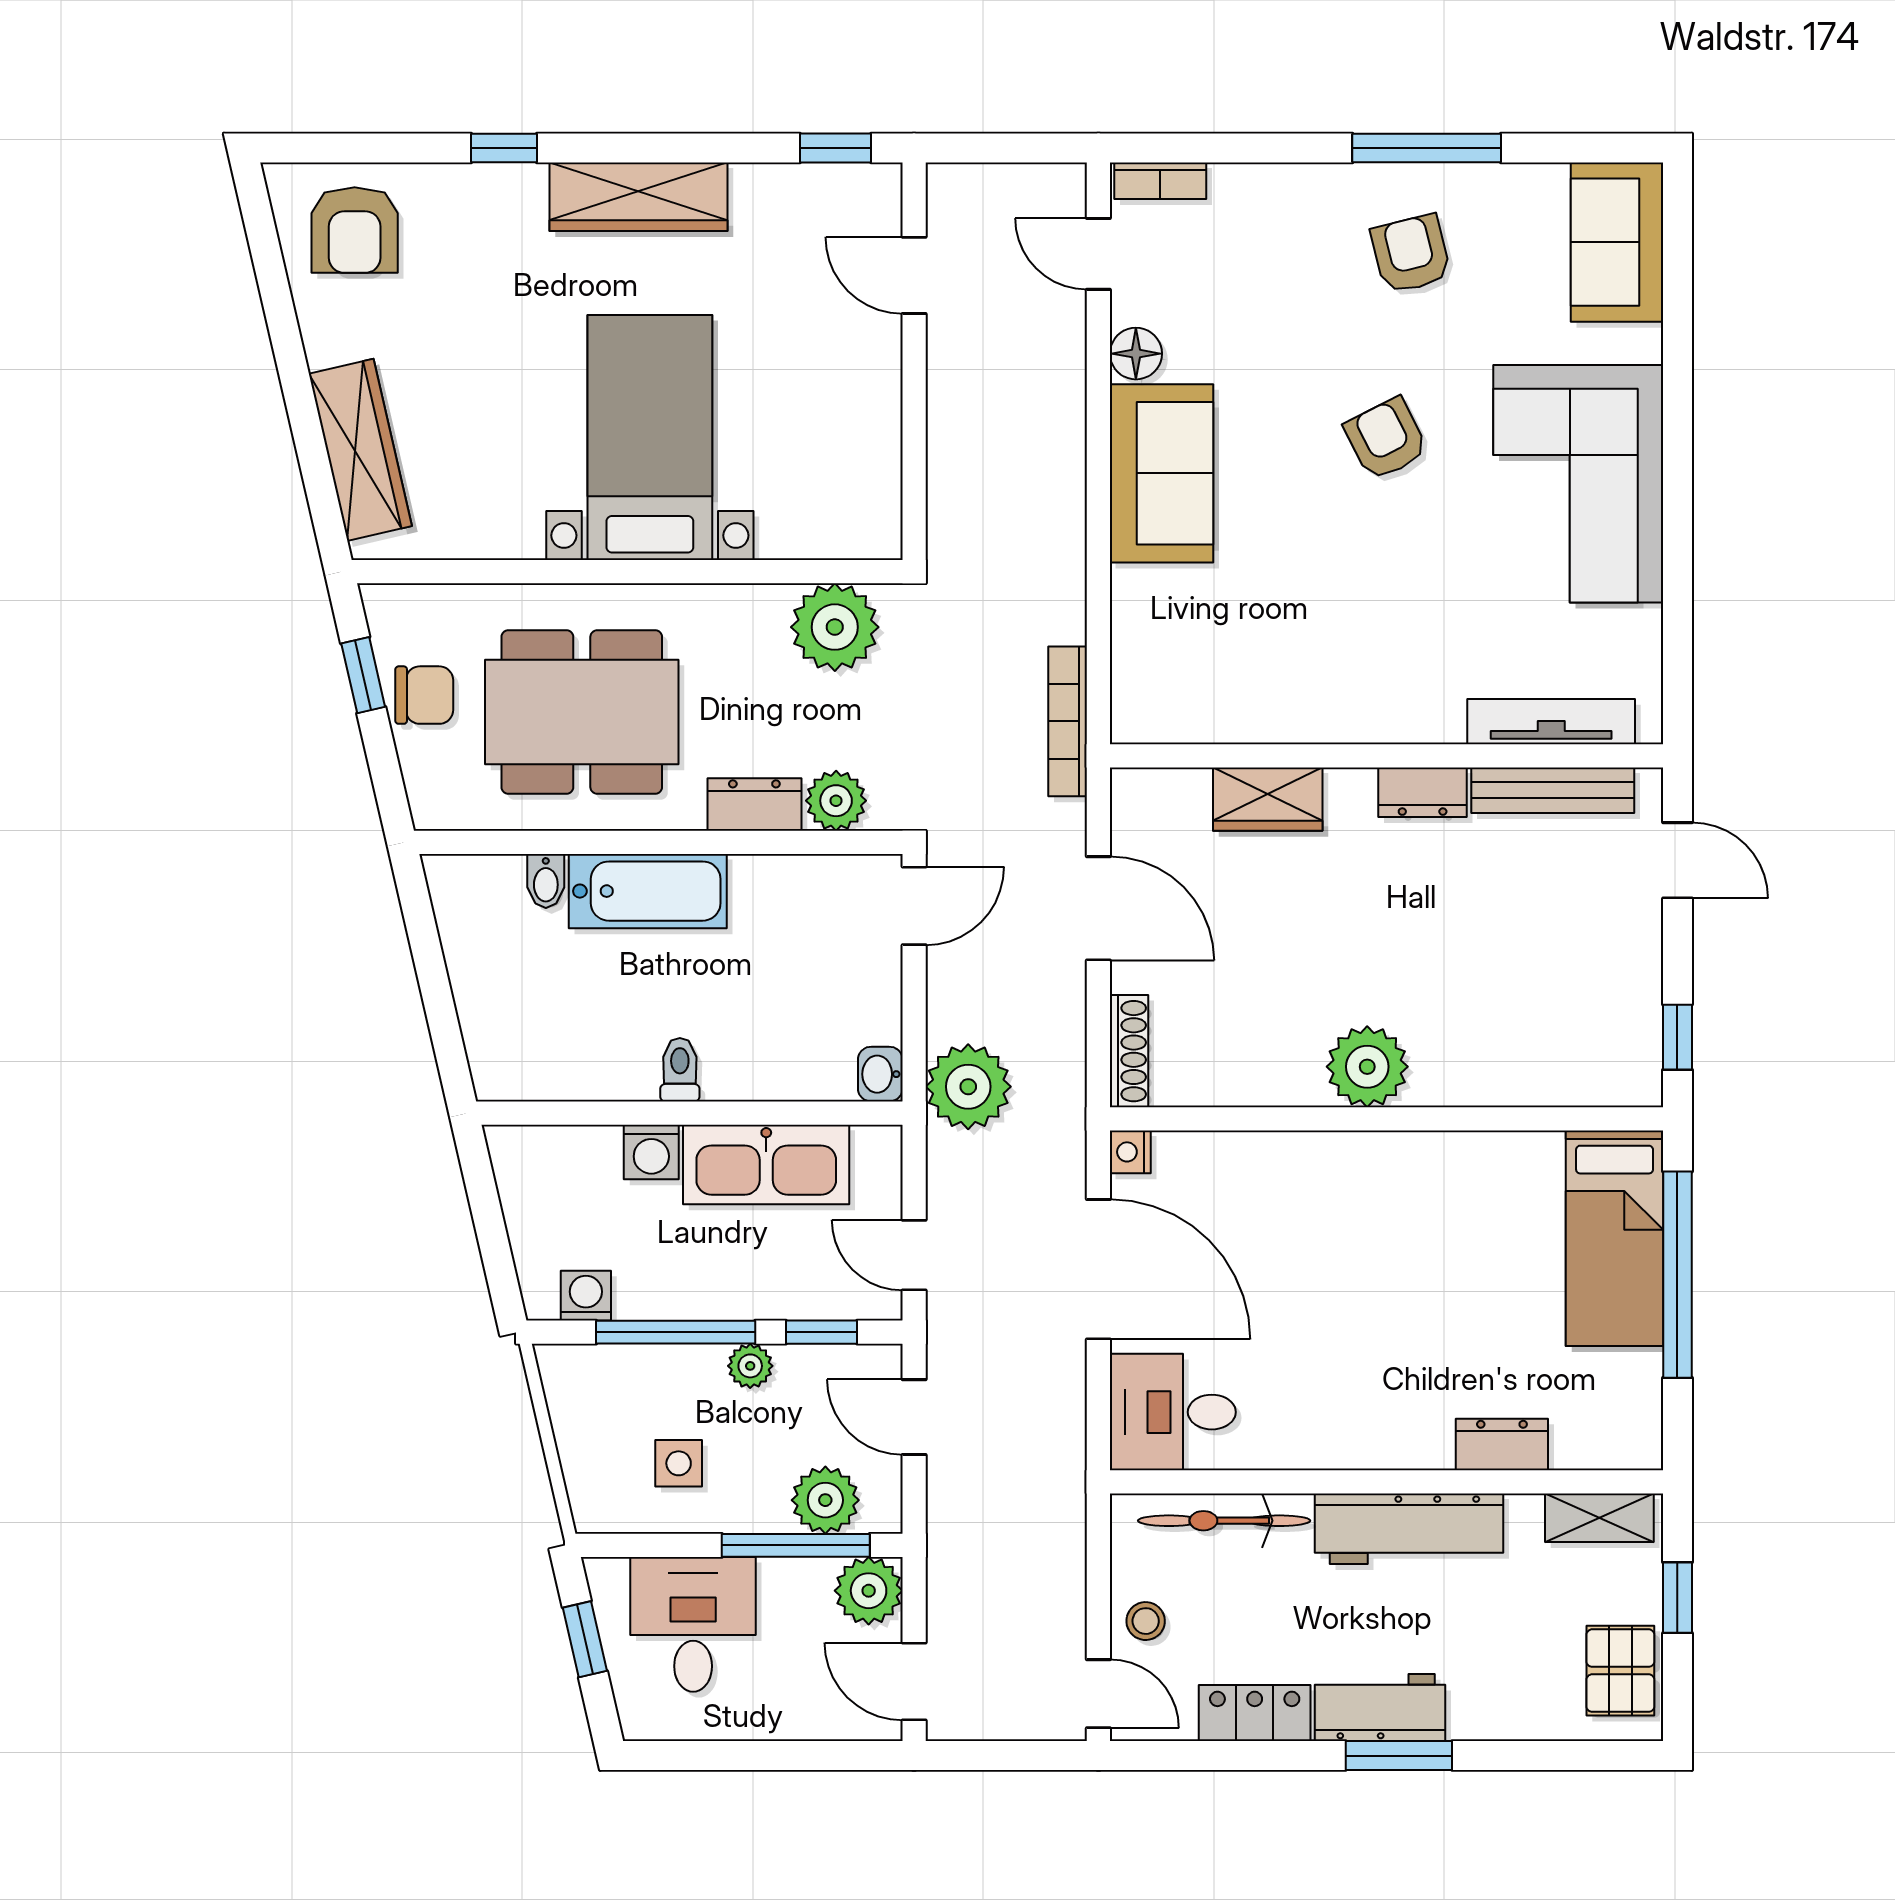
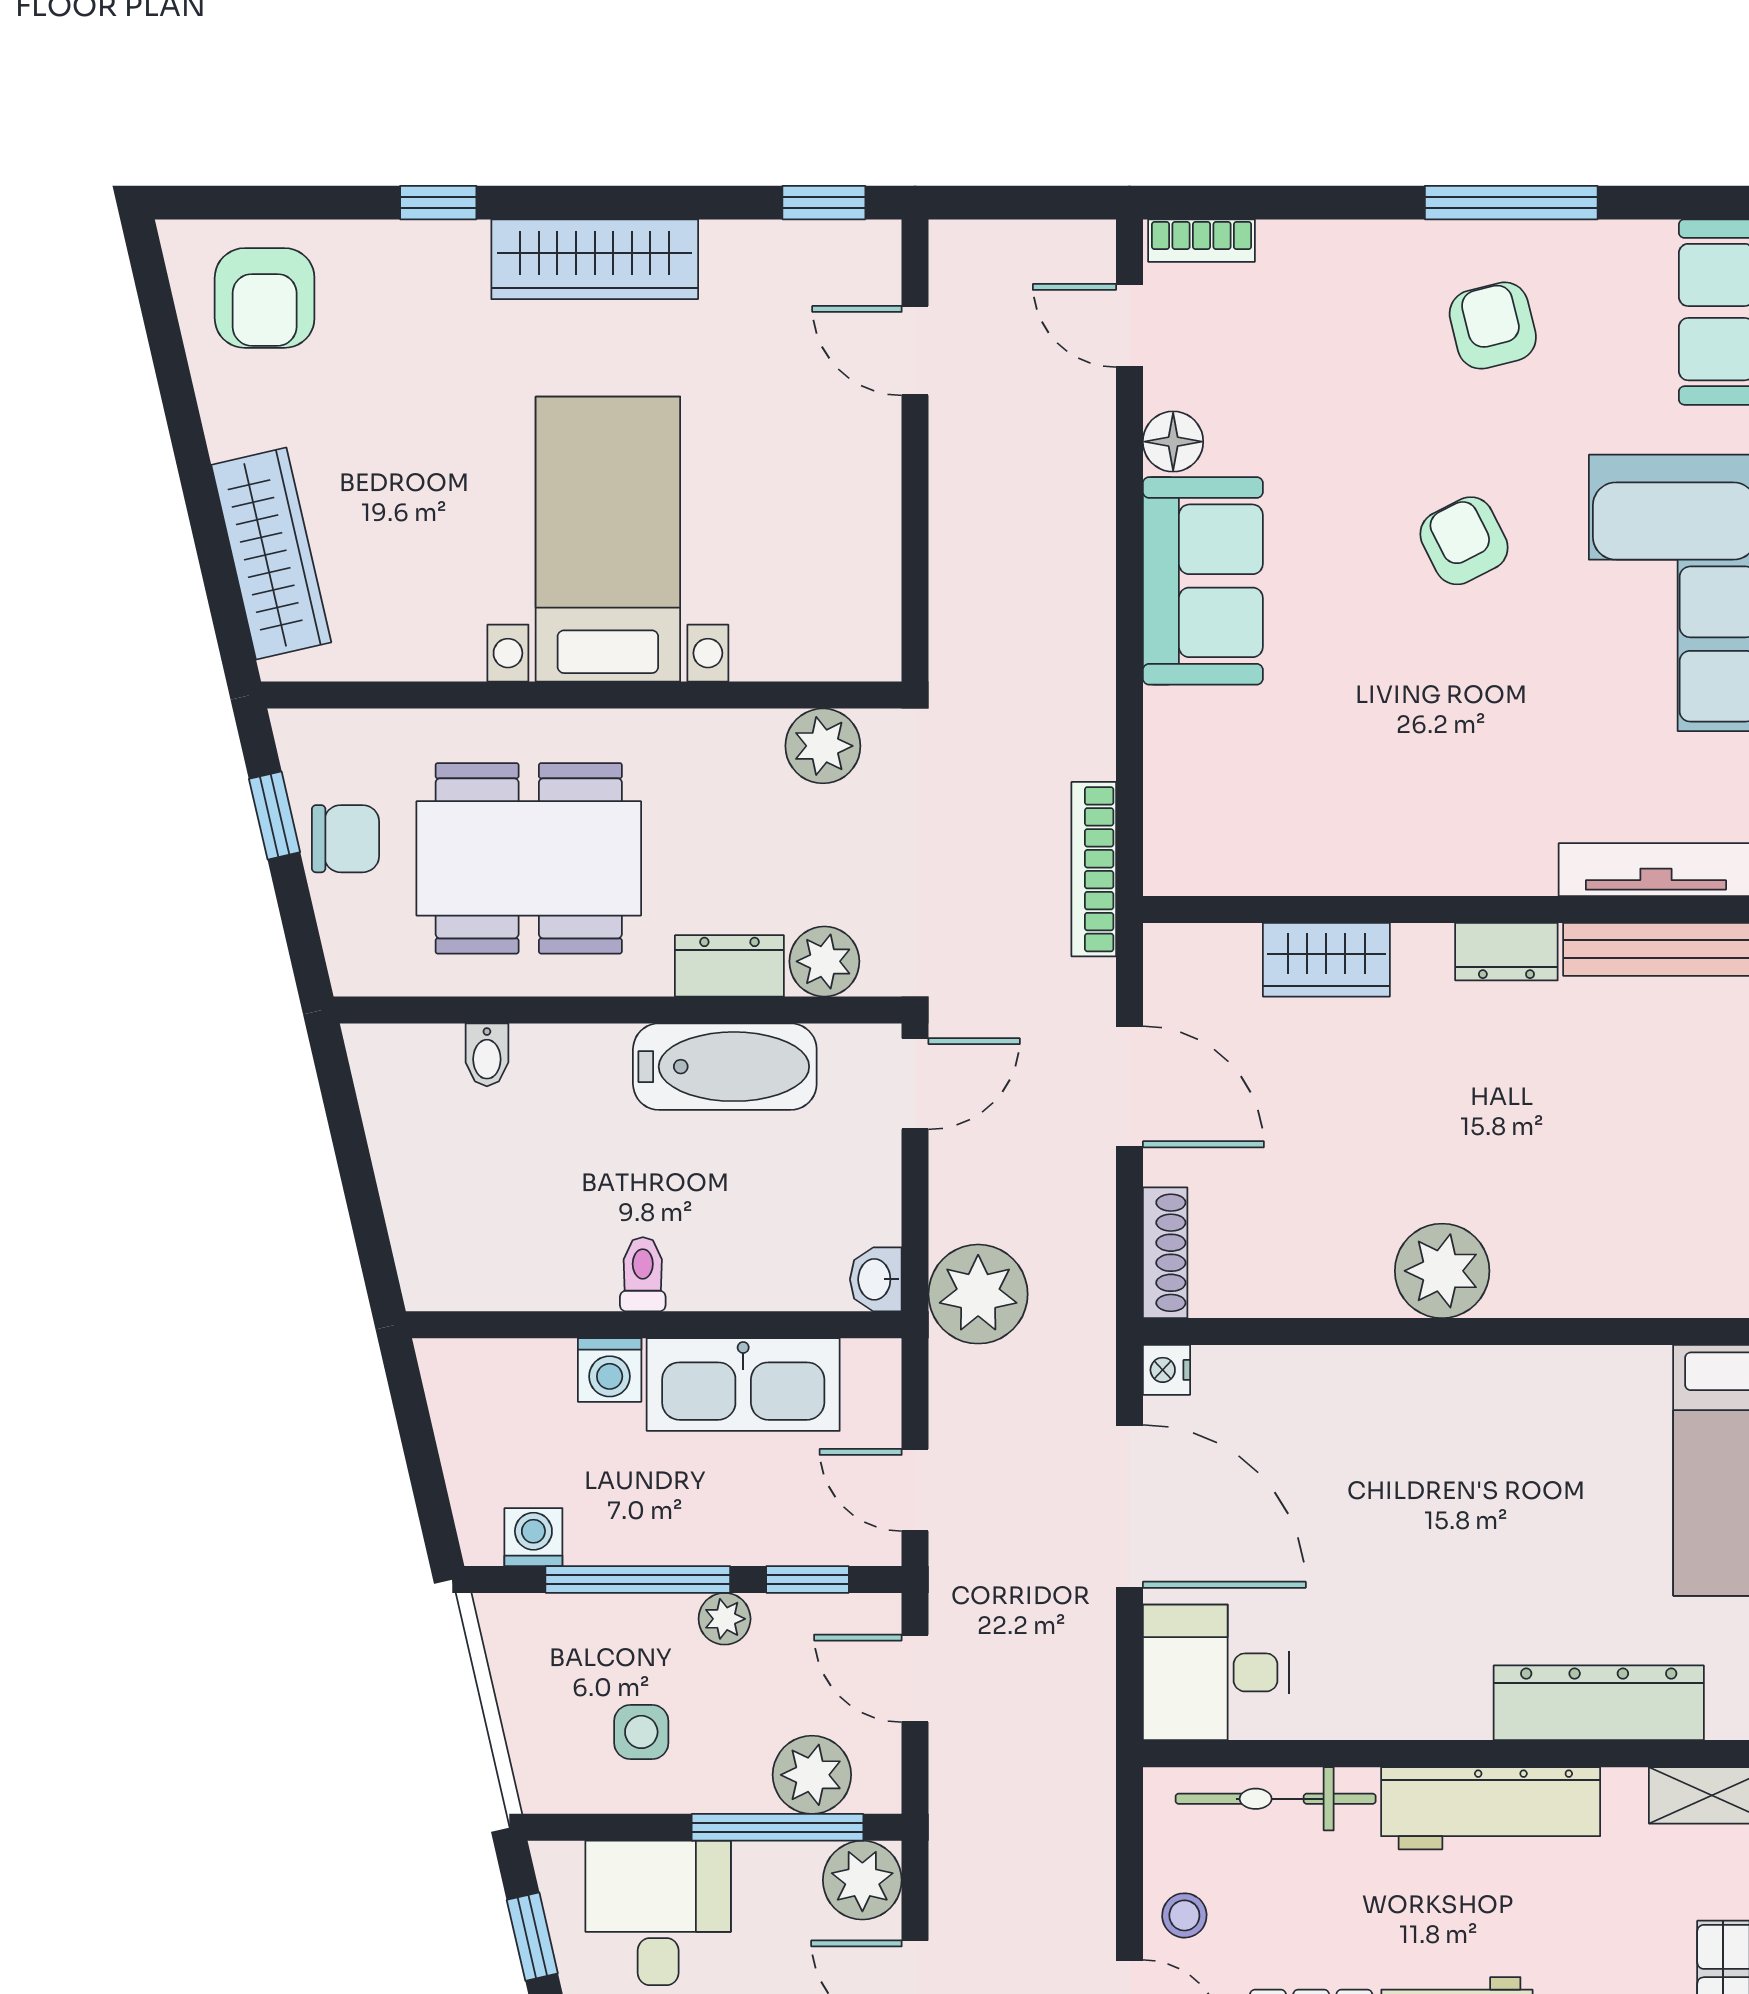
plant: (835, 627) -> (823, 746), width x0.73, depth x0.73
bathtub: (648, 891) -> (725, 1067), moved
dresser: (1502, 1444) -> (1599, 1703), width x1.96, depth x1.24

